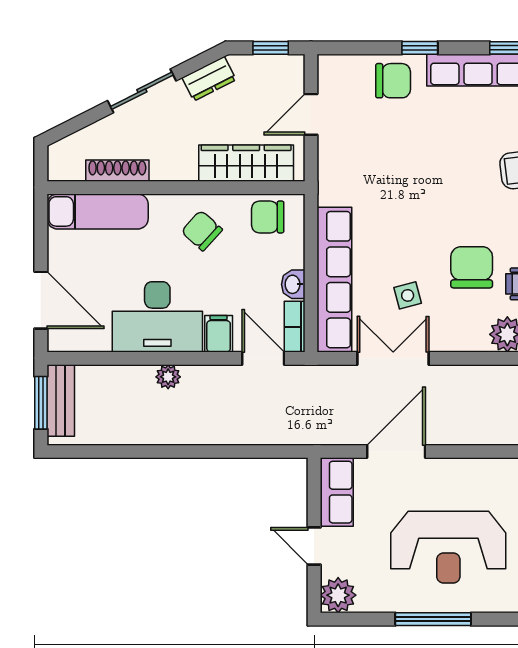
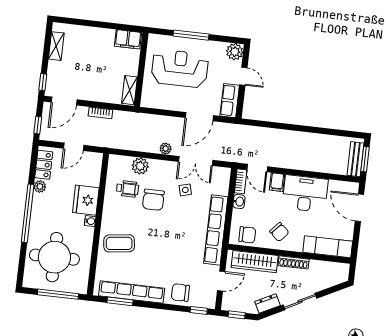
window: (420, 48) -> (199, 310), moved
shoe rack: (117, 171) -> (294, 262), moved
row of seats: (334, 280) -> (216, 230), moved
plant: (168, 377) -> (166, 149), moved

